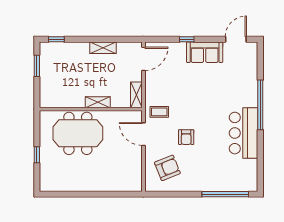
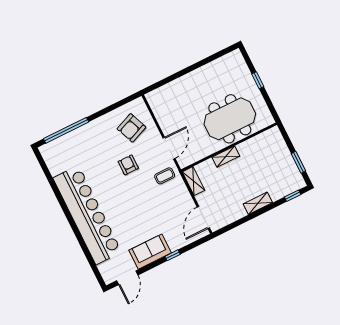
shelving: (103, 48) -> (258, 203), moved
window: (260, 105) -> (75, 229), removed
bar counter: (244, 133) -> (87, 215), width x1.86
door: (143, 134) -> (169, 148), hinge flipped

